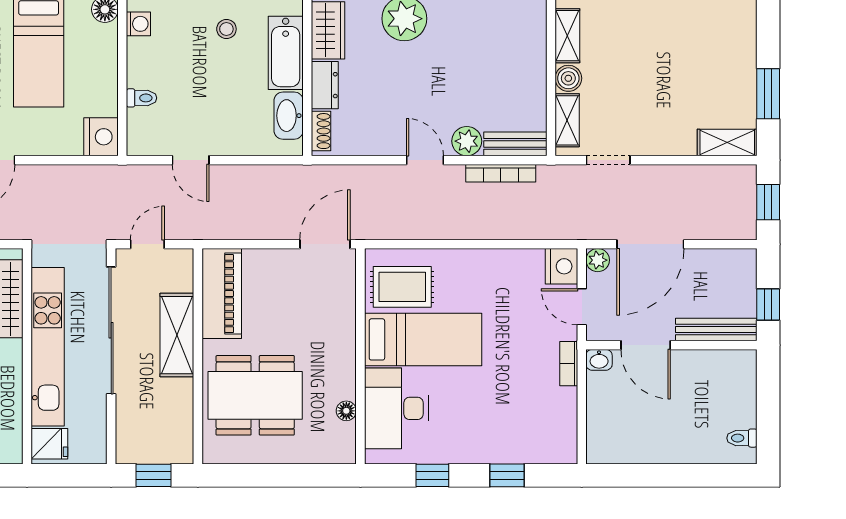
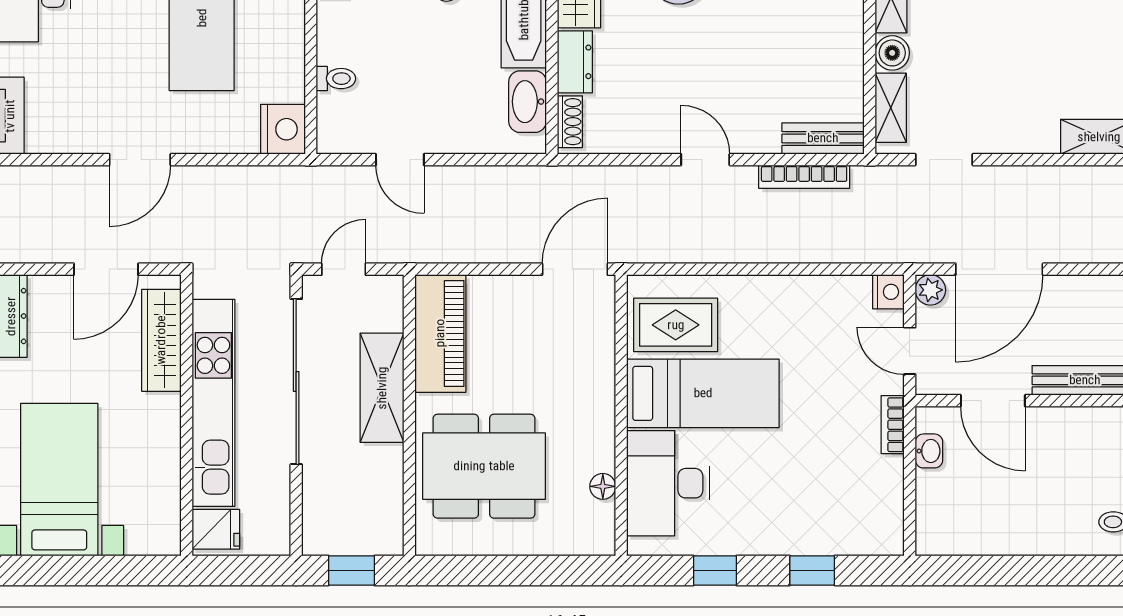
plant: (467, 141) -> (760, 135), removed
nightstand: (562, 266) -> (888, 292), width x0.74, depth x0.75
washbasin: (599, 360) -> (929, 451), moved, turned -90

